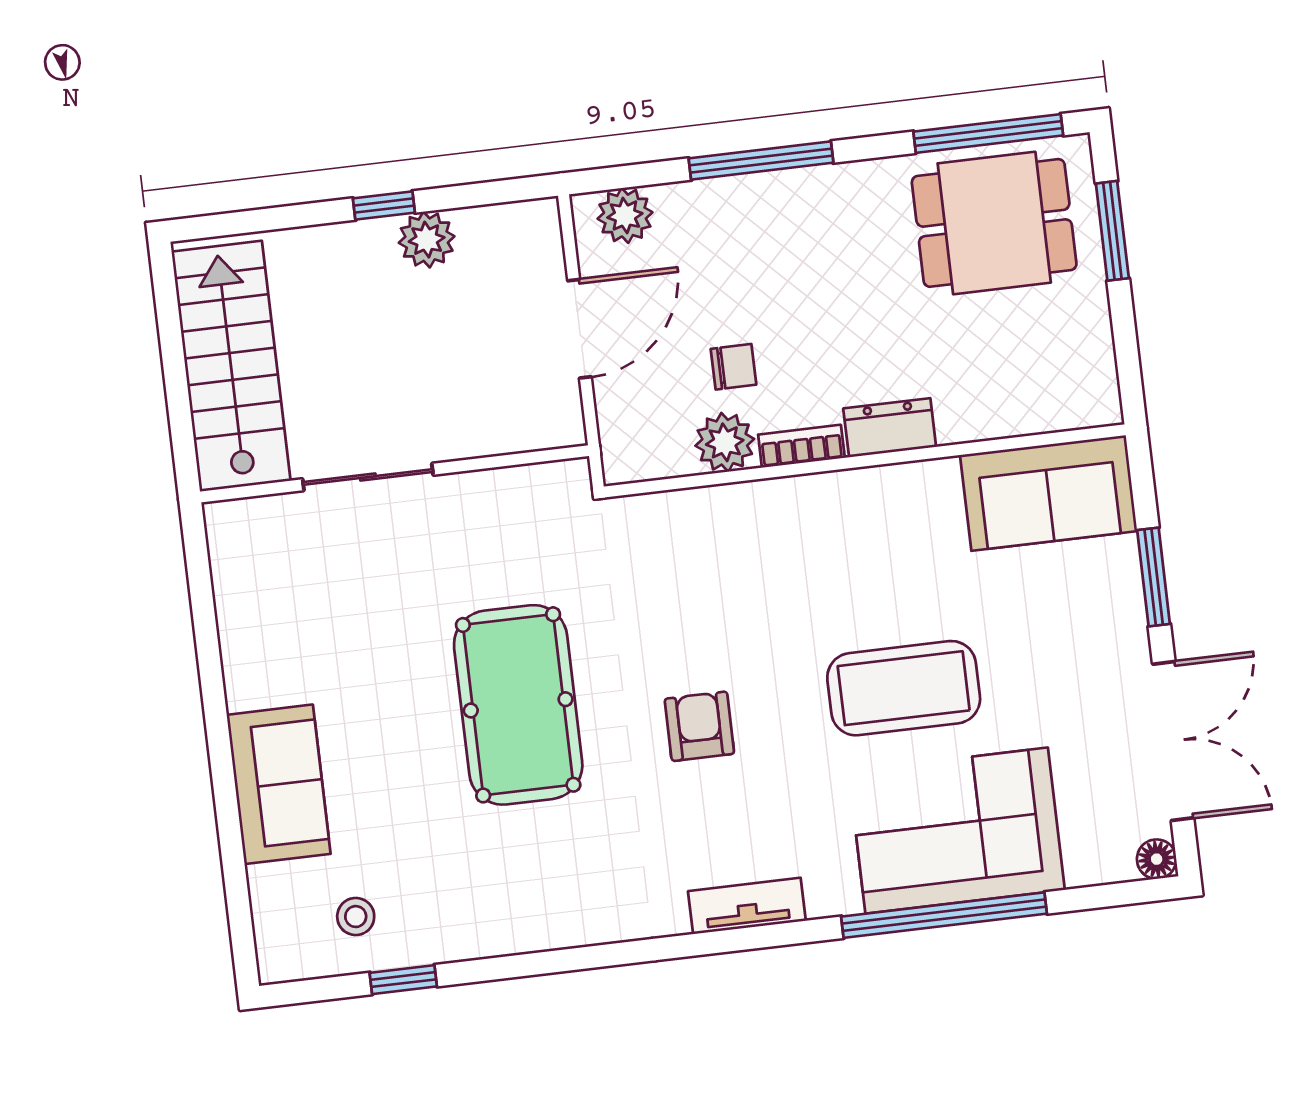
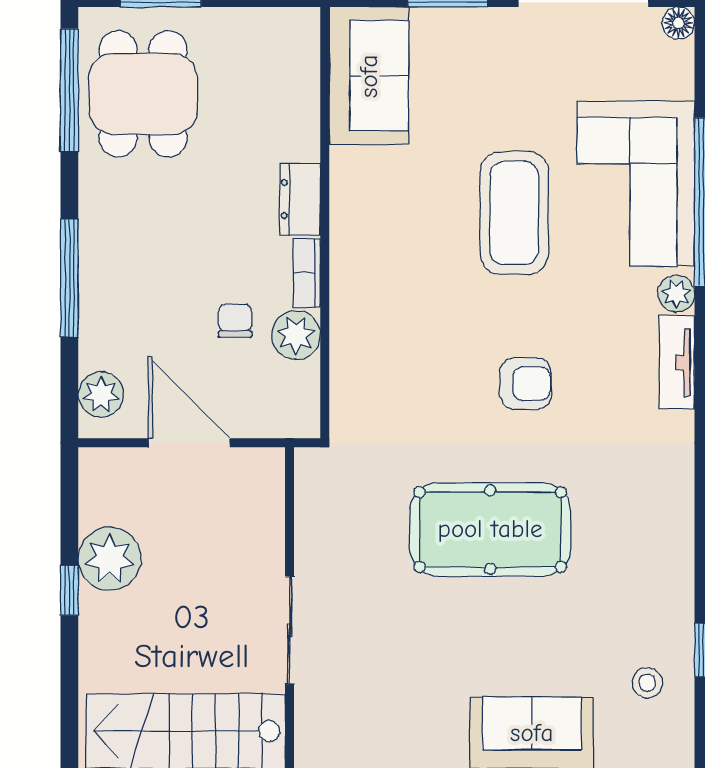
plant: (427, 240) -> (110, 559), width x1.36, depth x1.36
armchair: (699, 726) -> (525, 384), turned 180
plant: (830, 896) -> (676, 294), added

